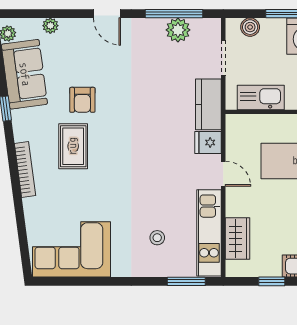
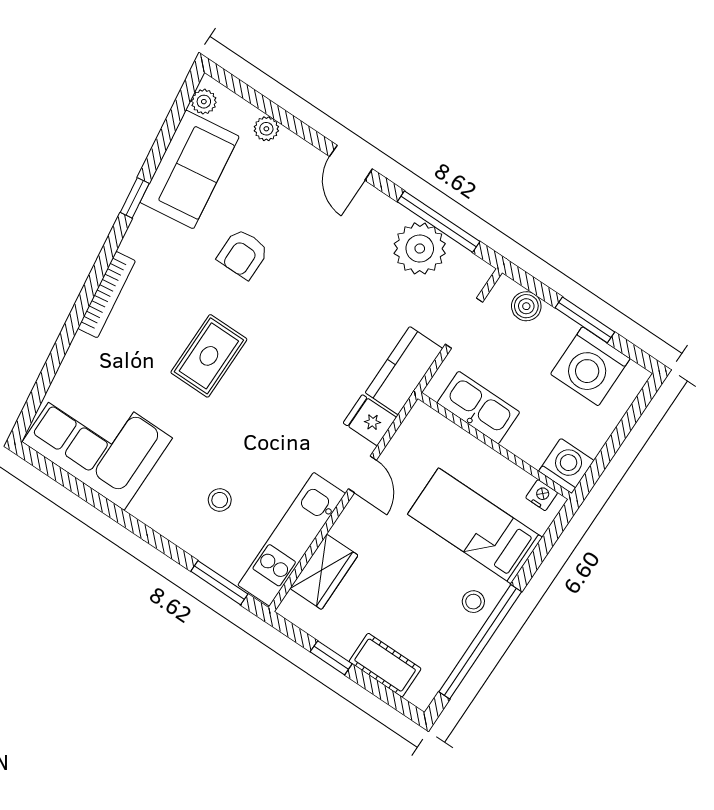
plant: (178, 30) -> (420, 248), width x1.36, depth x1.36
rug: (73, 146) -> (209, 356), moved

